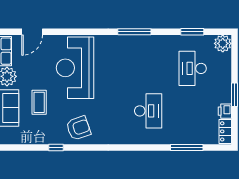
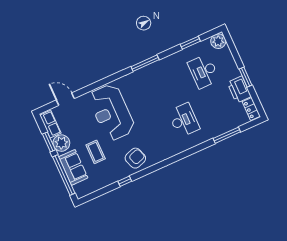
door: (32, 32) -> (65, 99), swing flipped
printer: (225, 111) -> (239, 89), width x1.87, depth x1.48

